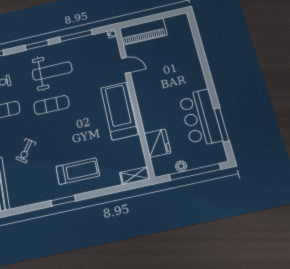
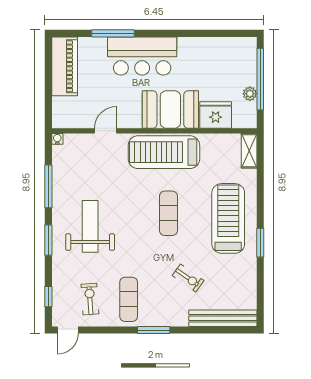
piano: (143, 32) -> (65, 66), moved
exercise mat: (51, 105) -> (168, 213), moved
booth: (153, 108) -> (170, 110), added
bar counter: (200, 118) -> (142, 56), moved
window: (221, 125) -> (113, 33), moved
treadmill: (78, 171) -> (228, 218), width x1.37, depth x1.38

